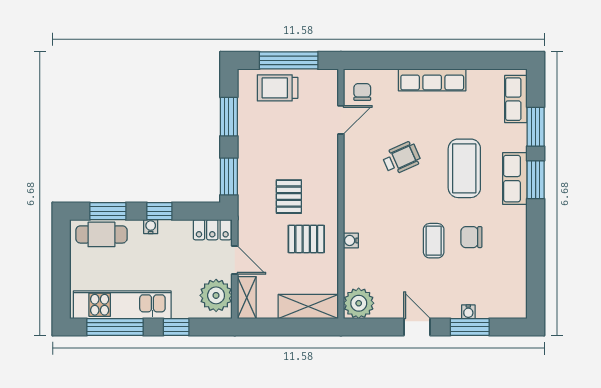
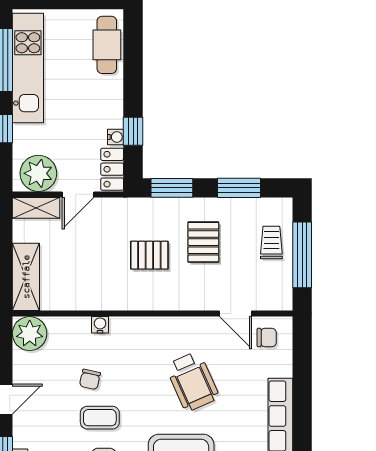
trolley: (278, 88) -> (271, 242), width x0.73, depth x0.72
wheelchair: (401, 158) -> (192, 381), width x1.36, depth x1.37
window: (108, 211) -> (133, 52), removed
window: (159, 211) -> (133, 131), moved
water cooler: (151, 227) -> (116, 137), moved
pallet: (306, 239) -> (203, 242), moved
chair: (400, 249) -> (90, 379), added

